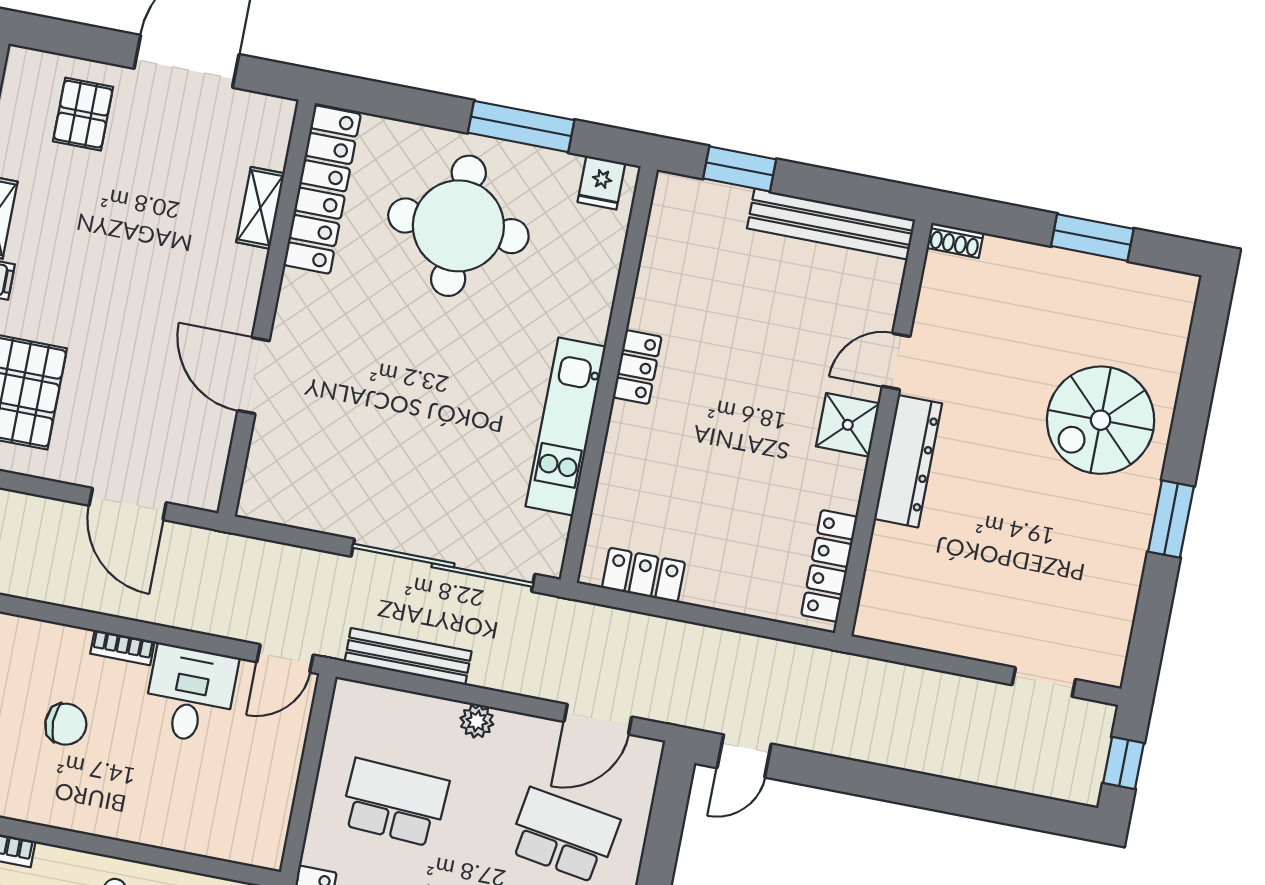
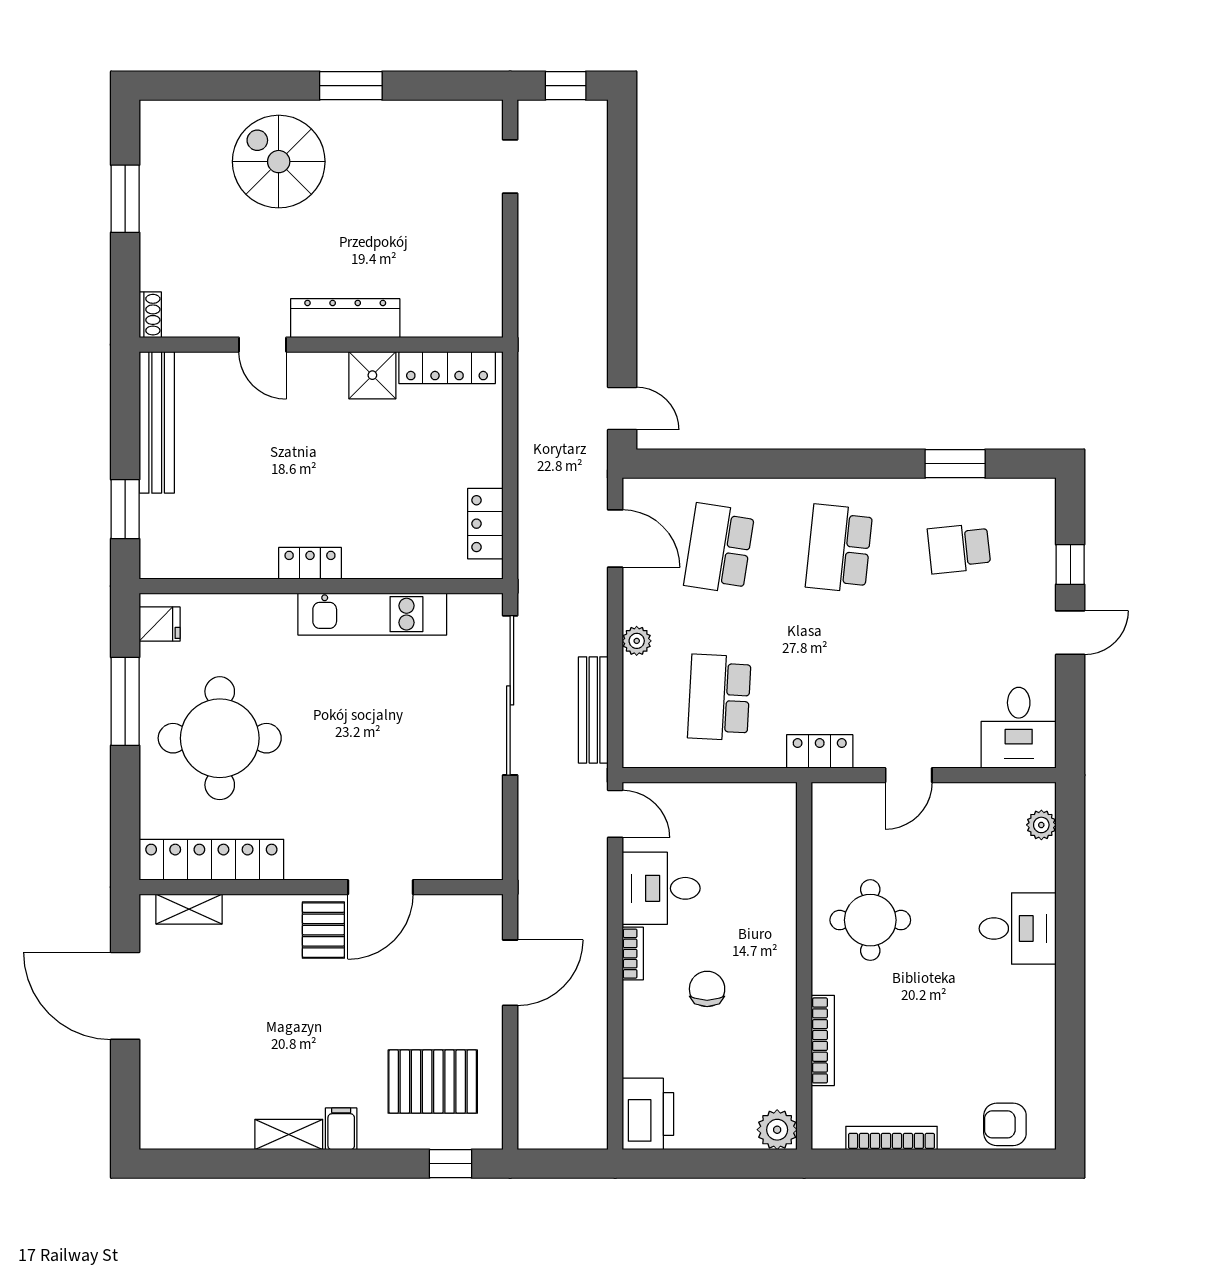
pallet: (83, 114) -> (323, 930), moved, turned 90
shelving: (260, 208) -> (189, 909), moved
spiral stairs: (1101, 420) -> (279, 162), turned 180
shower: (848, 425) -> (372, 375), moved

